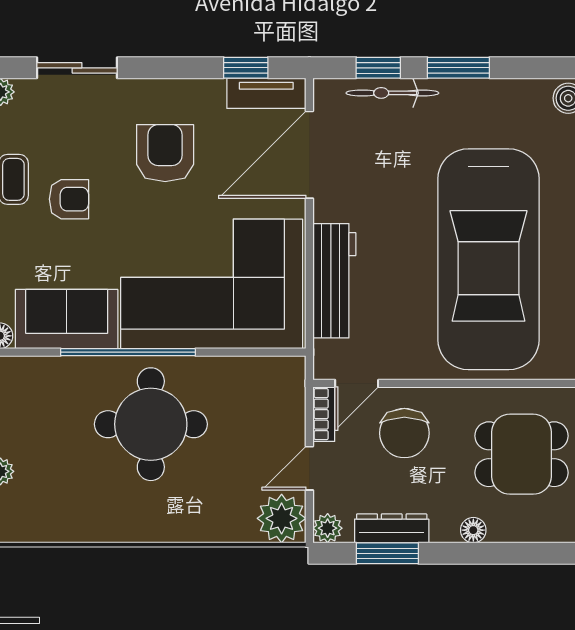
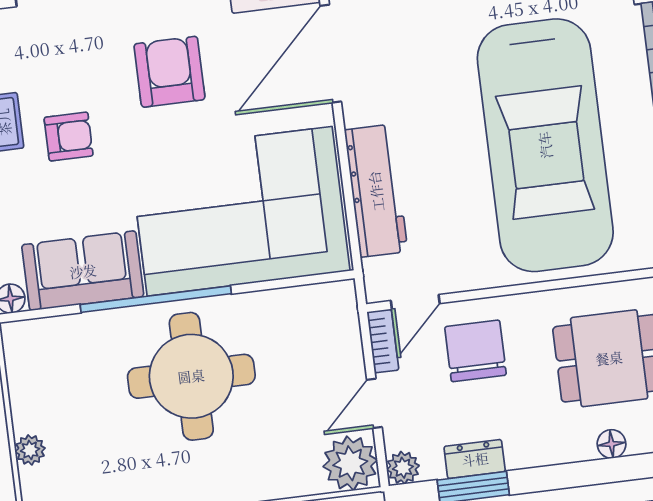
chair: (404, 433) -> (475, 351), turned 180
dresser: (392, 528) -> (475, 459), width x0.70
floor lamp: (473, 530) -> (612, 444), moved

